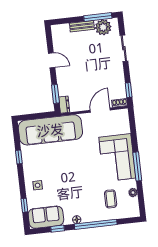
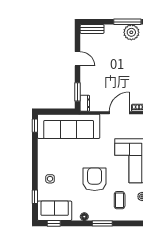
bench: (82, 26) -> (92, 29), moved
window: (19, 157) -> (35, 126), moved
armchair: (83, 181) -> (95, 179), added
window: (96, 224) -> (102, 223), width x0.47
window: (58, 229) -> (54, 223), moved

